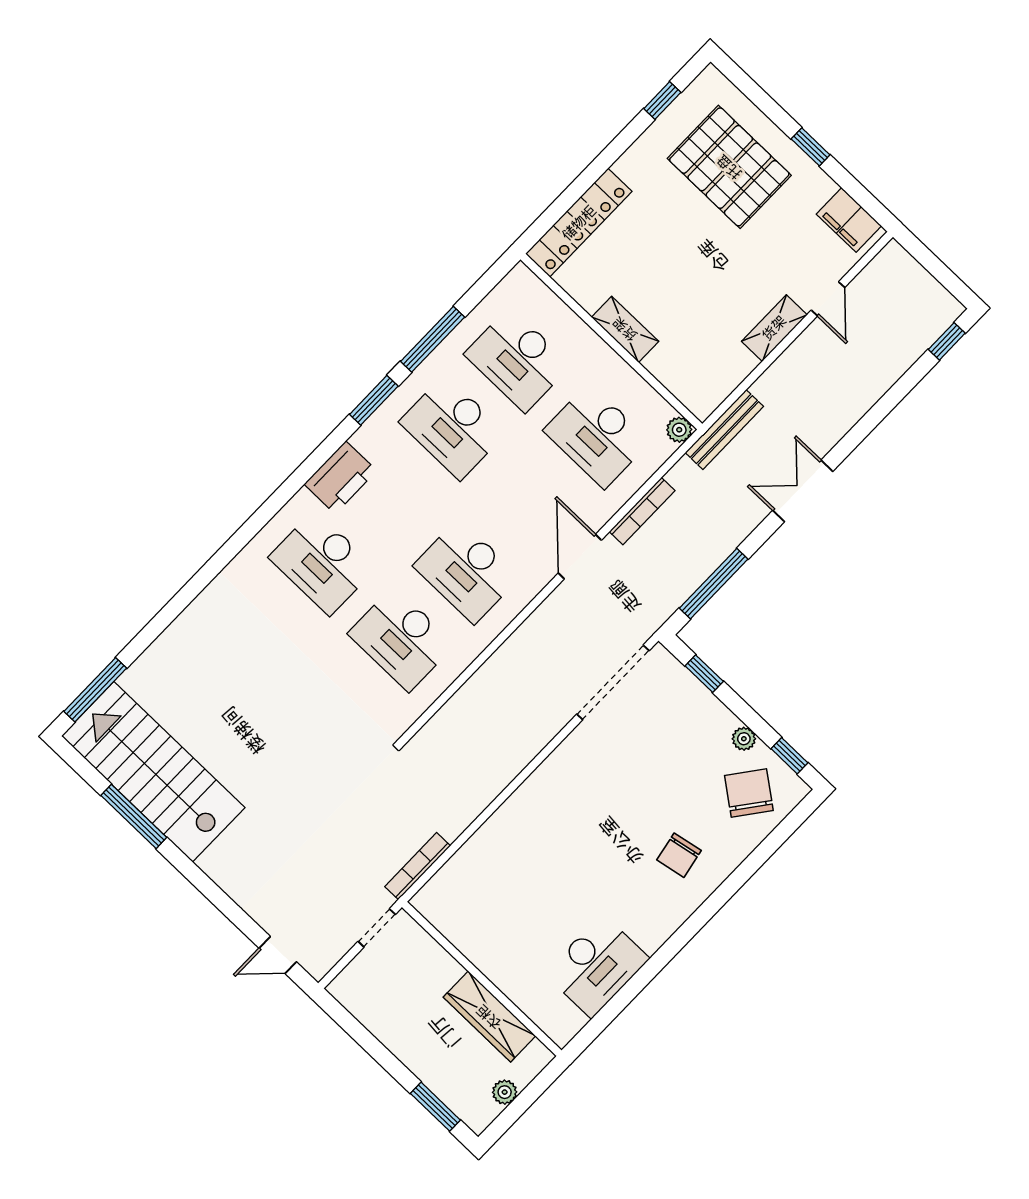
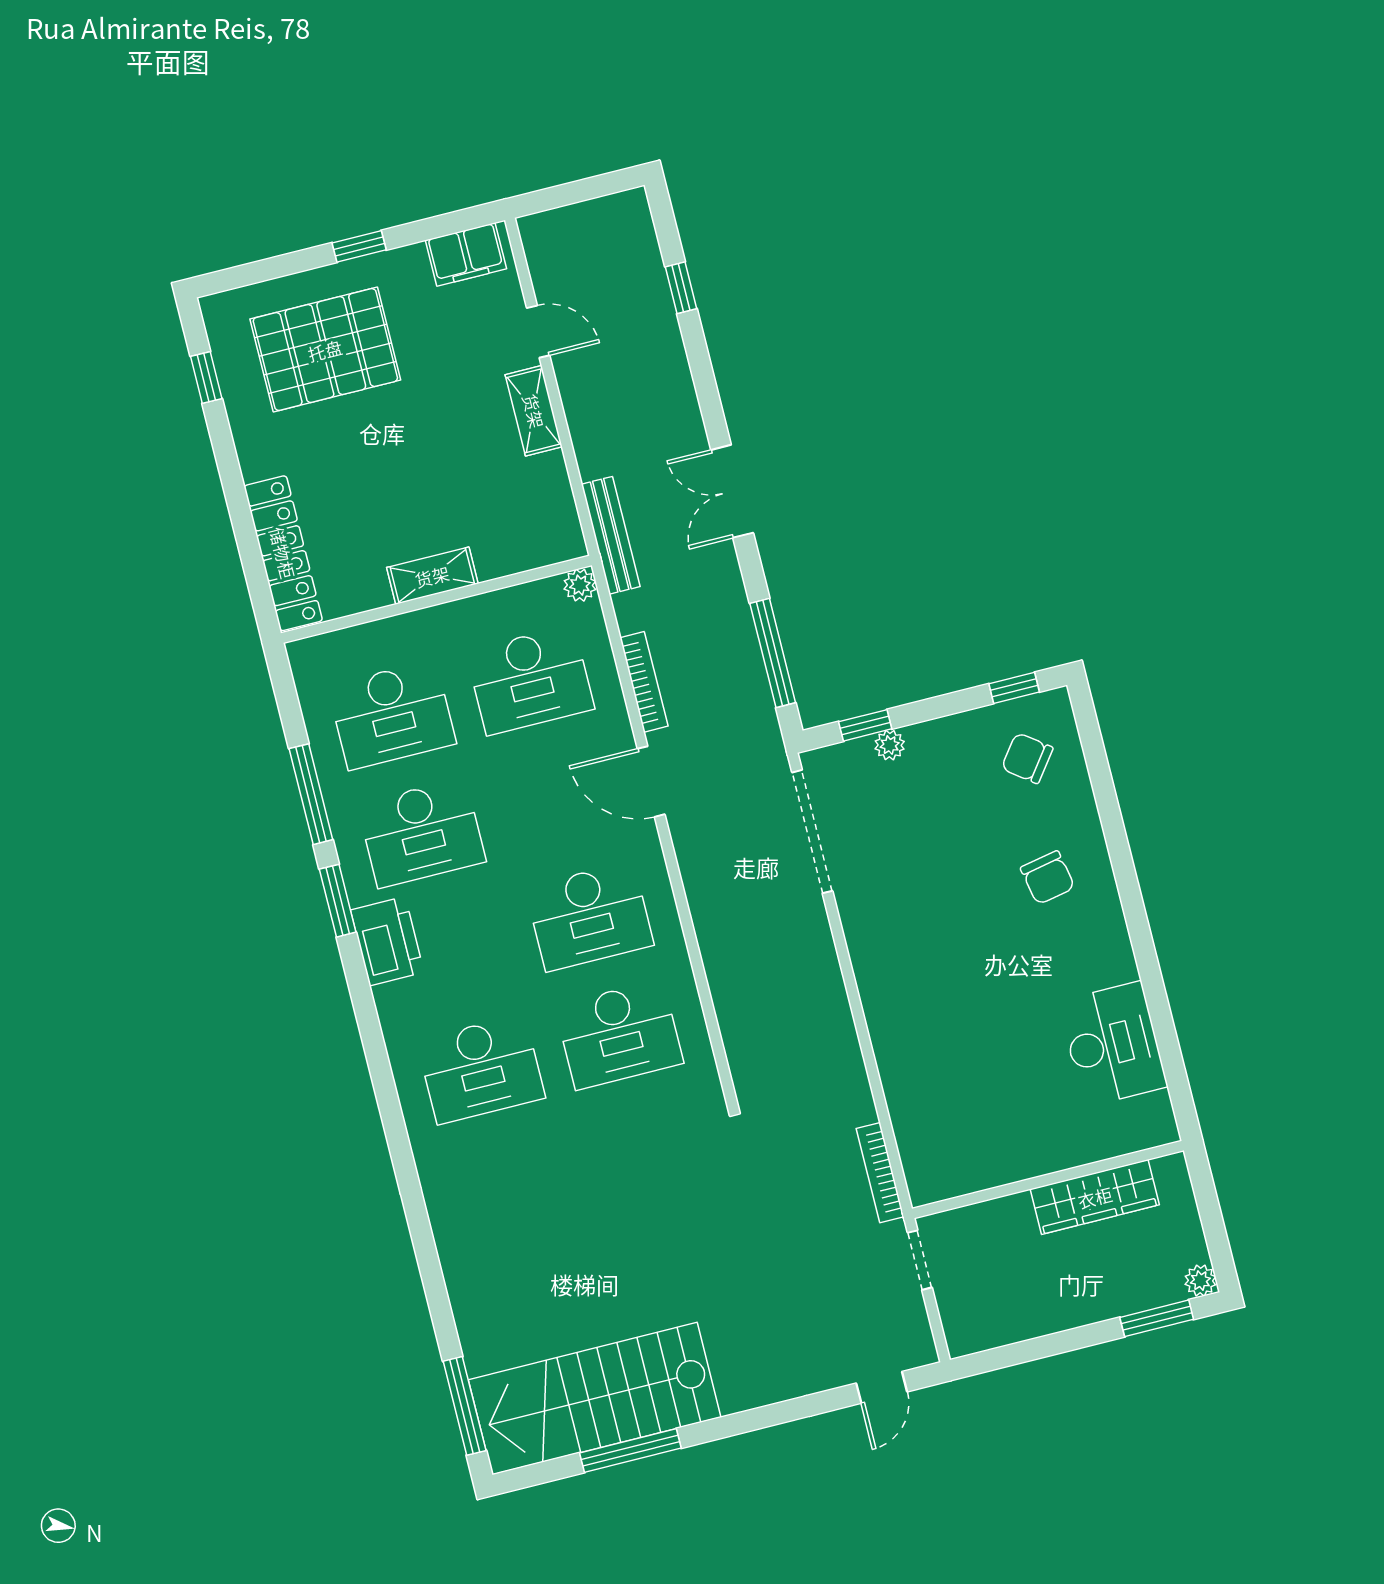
window: (947, 341) -> (681, 288), moved
printer: (340, 477) -> (387, 941), moved
plant: (744, 739) -> (890, 745), moved
chair: (749, 793) -> (1027, 758), width x0.73, depth x0.73
plant: (505, 1092) -> (1200, 1281), moved

